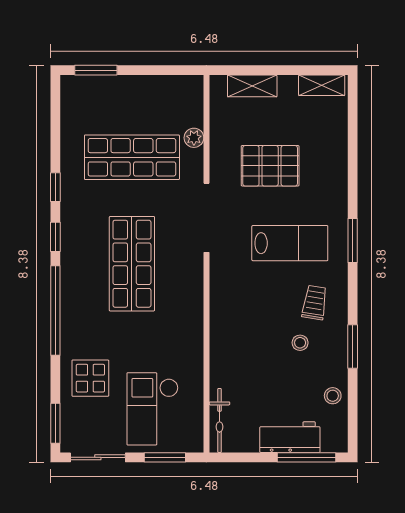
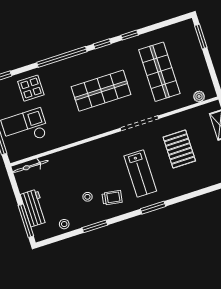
plant: (194, 138) -> (199, 96), moved

